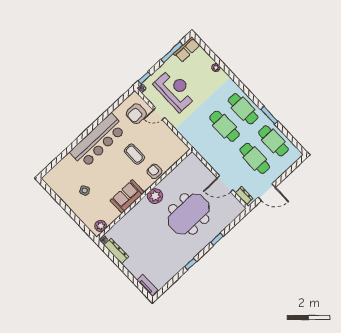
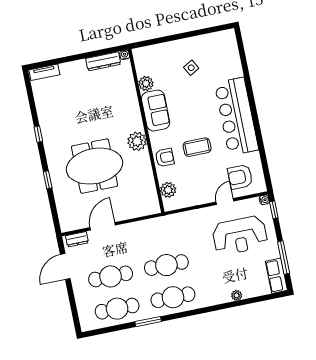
armchair: (136, 114) -> (240, 177), turned -90
plant: (174, 156) -> (168, 190), added
meeting table: (189, 214) -> (95, 166), turned 90
plant: (101, 226) -> (146, 83), moved

